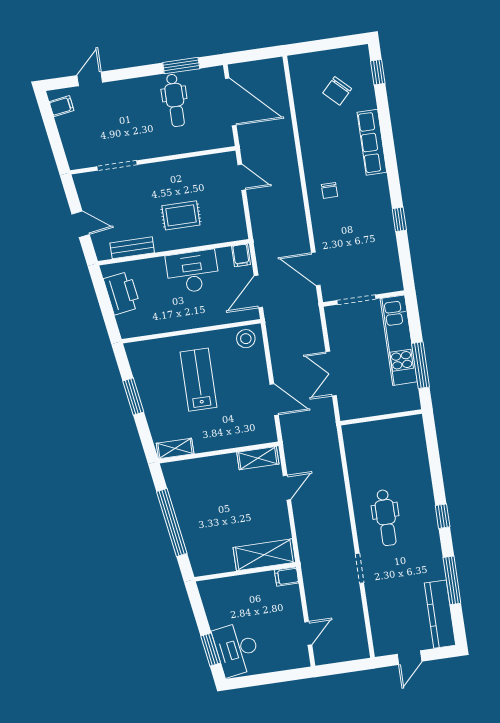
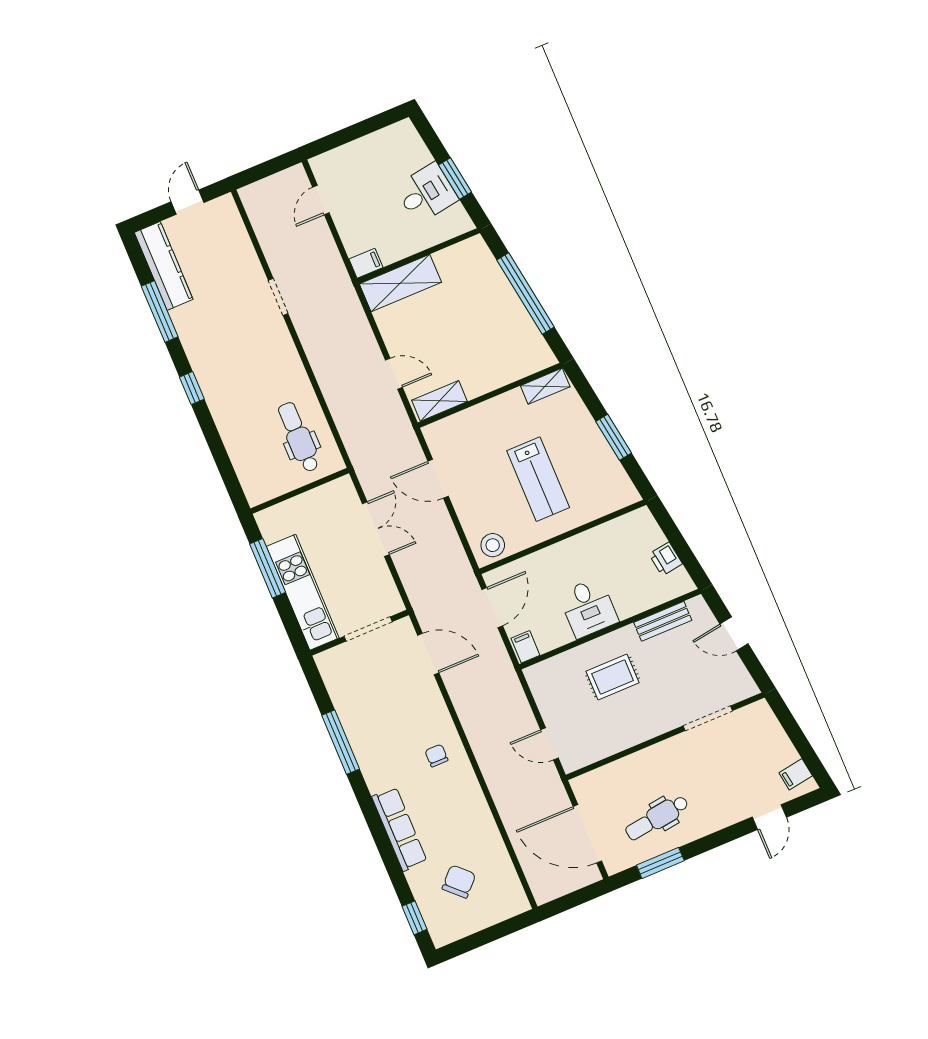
dental chair: (175, 100) -> (657, 818), turned -98
window: (399, 219) -> (341, 742), width x2.17
desk: (192, 272) -> (588, 608), width x0.73
printer: (122, 293) -> (666, 559), width x0.53, depth x0.68
door: (287, 488) -> (394, 374), swing flipped
dental chair: (386, 518) -> (299, 437), moved
window: (211, 649) -> (455, 178), moved
desk: (237, 649) -> (426, 193), moved, width x0.73

